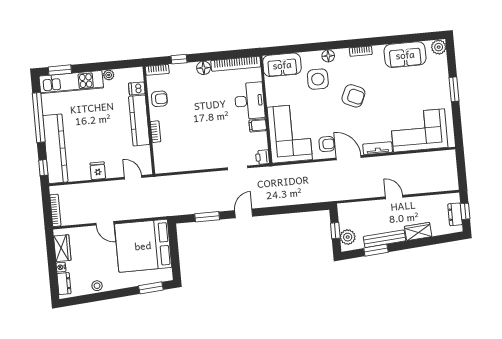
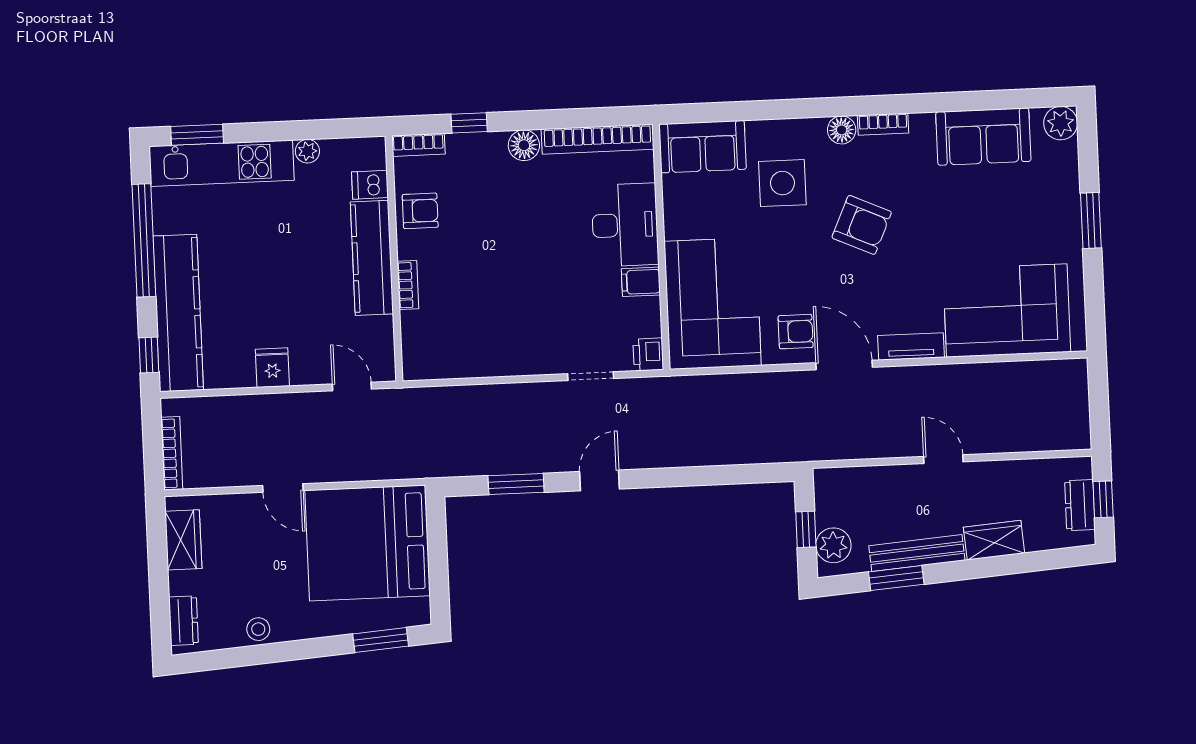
floor lamp: (328, 56) -> (842, 130), moved
nightstand: (61, 267) -> (178, 583), removed

